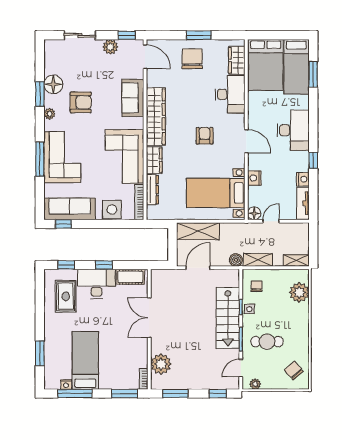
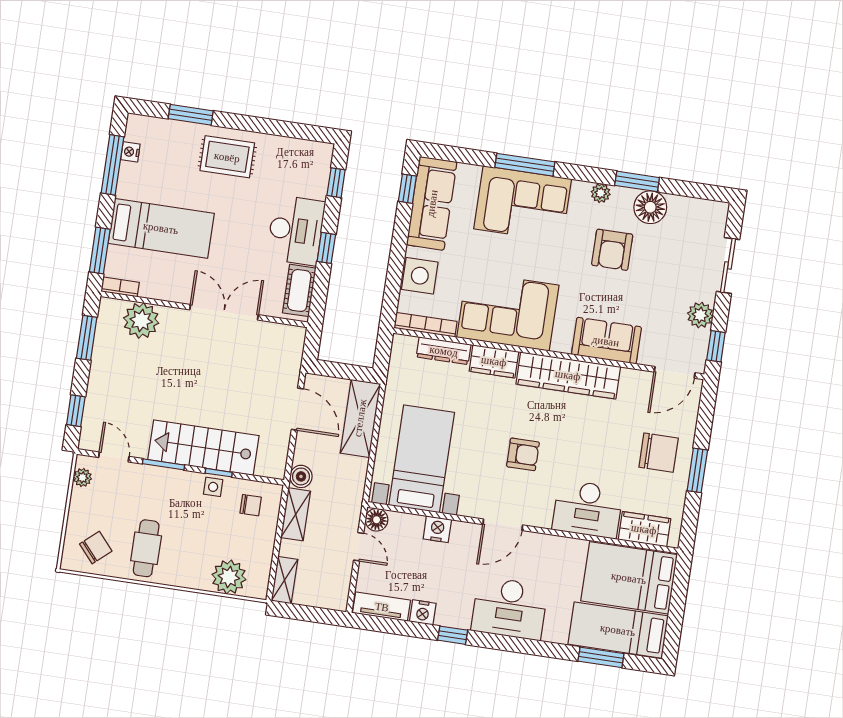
rug: (66, 296) -> (227, 157), moved
cafe table: (267, 342) -> (146, 548), moved
bed: (85, 360) -> (161, 228), moved

